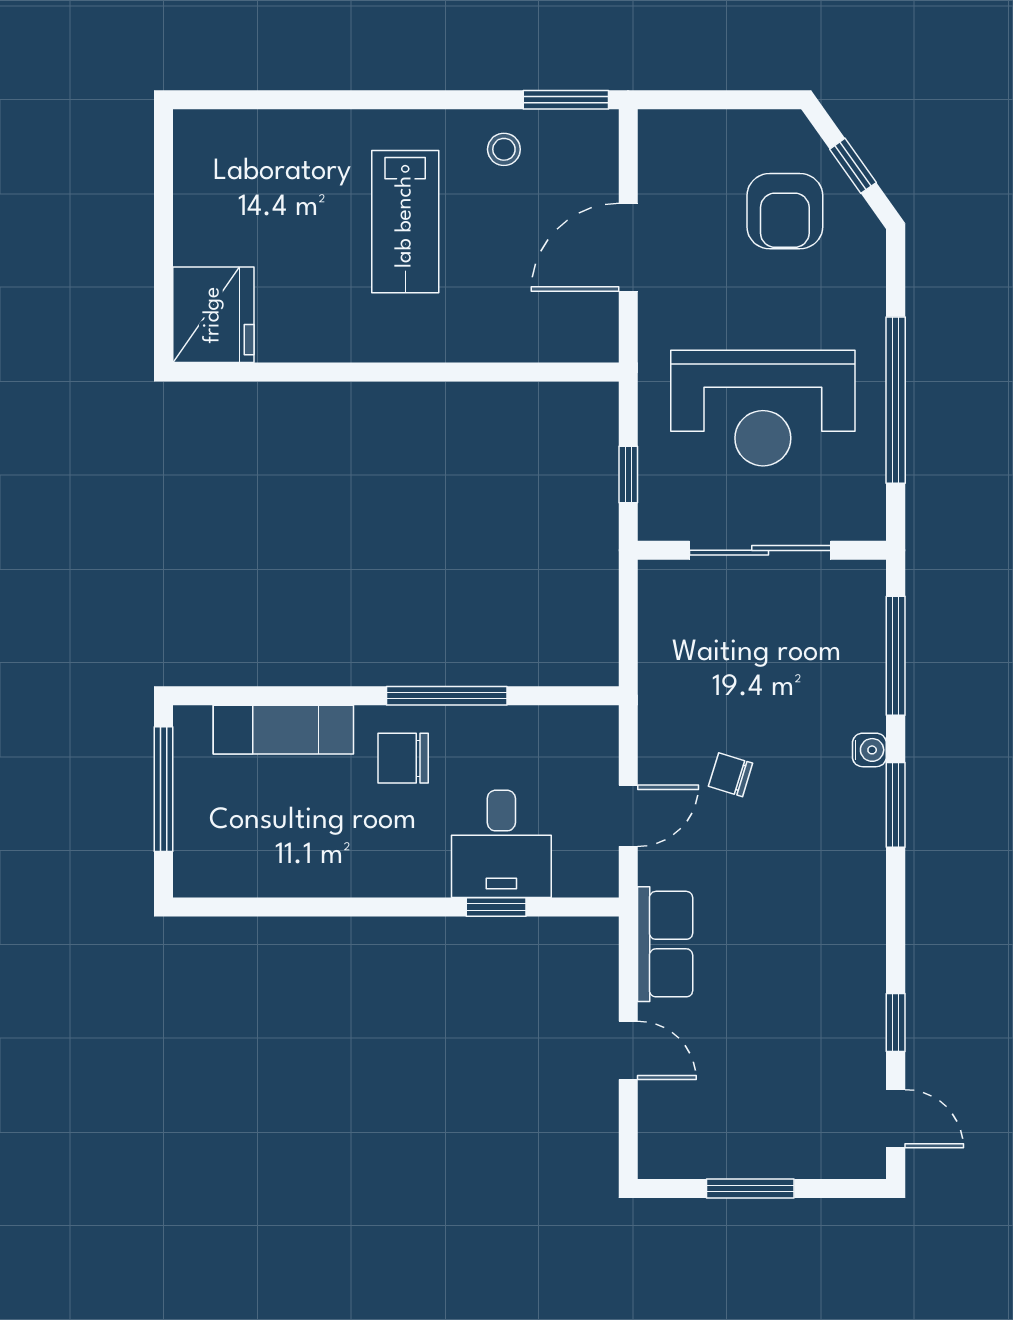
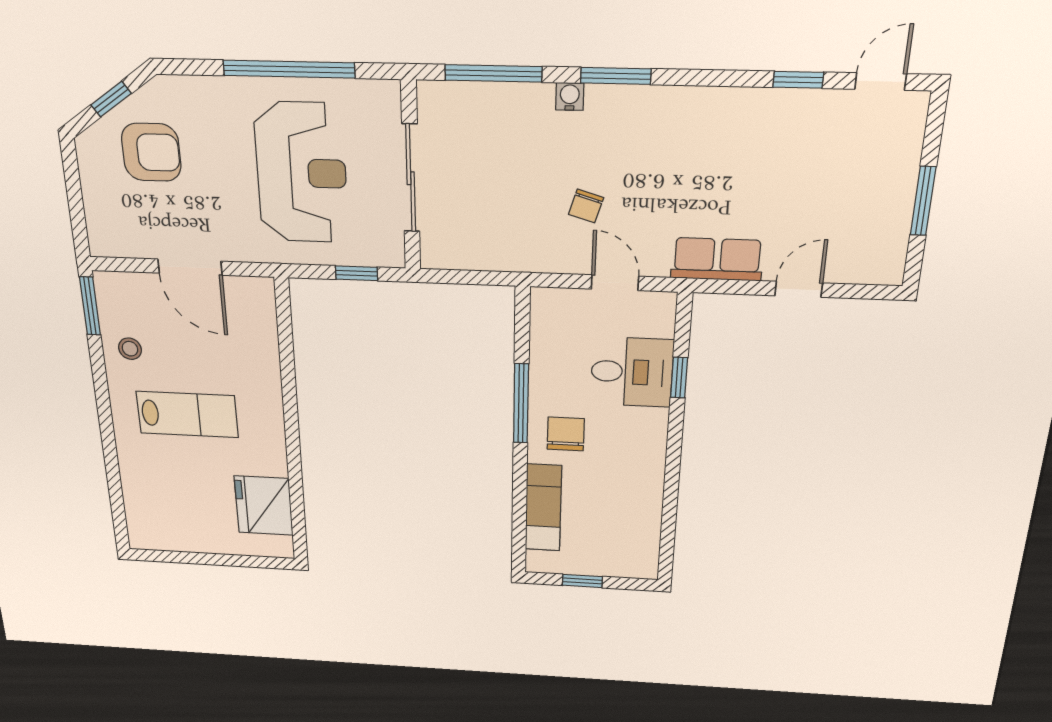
fridge: (213, 315) -> (264, 506), moved, turned -90
chair: (403, 758) -> (566, 434), turned 180
window: (164, 789) -> (582, 581), width x0.46

